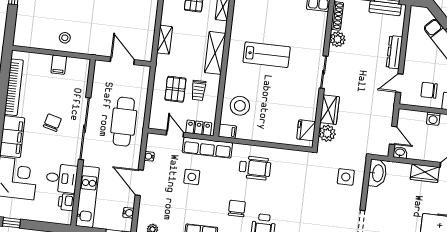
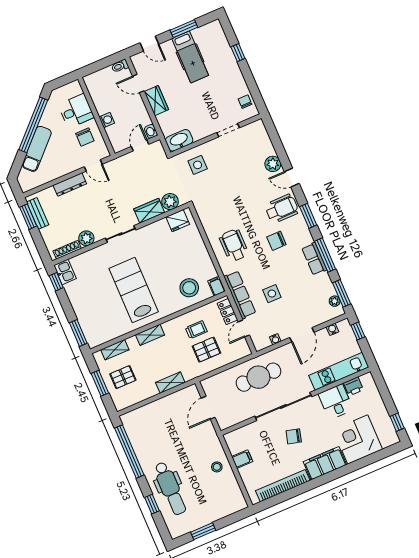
shelving: (215, 53) -> (150, 335), width x0.67, depth x0.75
lab bench: (267, 55) -> (134, 290), width x1.36, depth x1.39

